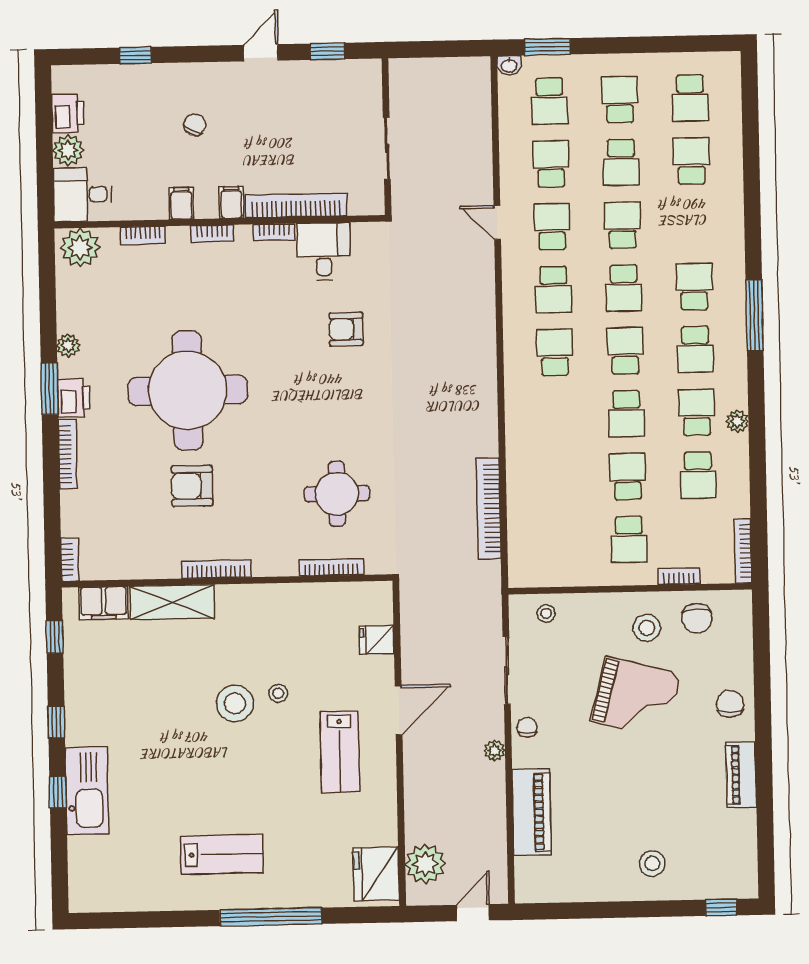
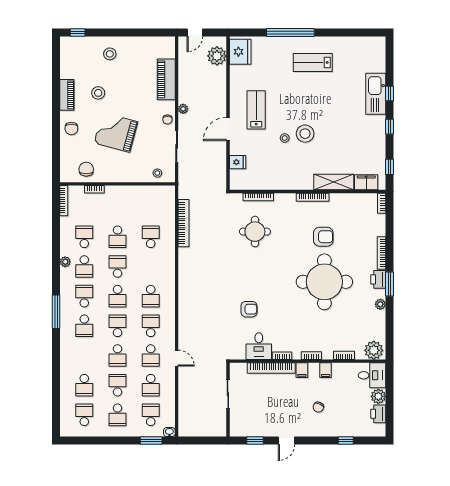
school desk: (629, 539) -> (151, 237), moved
stool: (647, 628) -> (98, 93), moved

